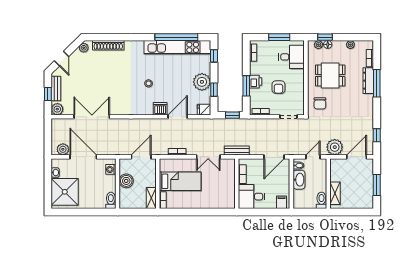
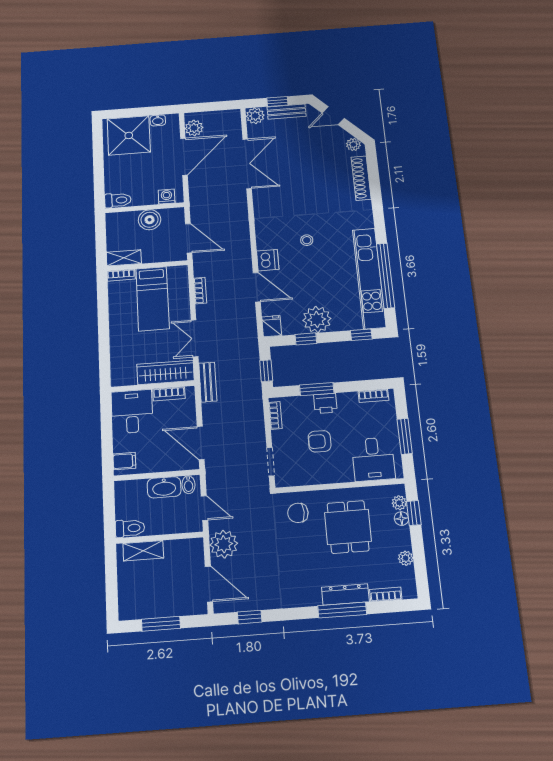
wardrobe: (229, 176) -> (166, 372), added

